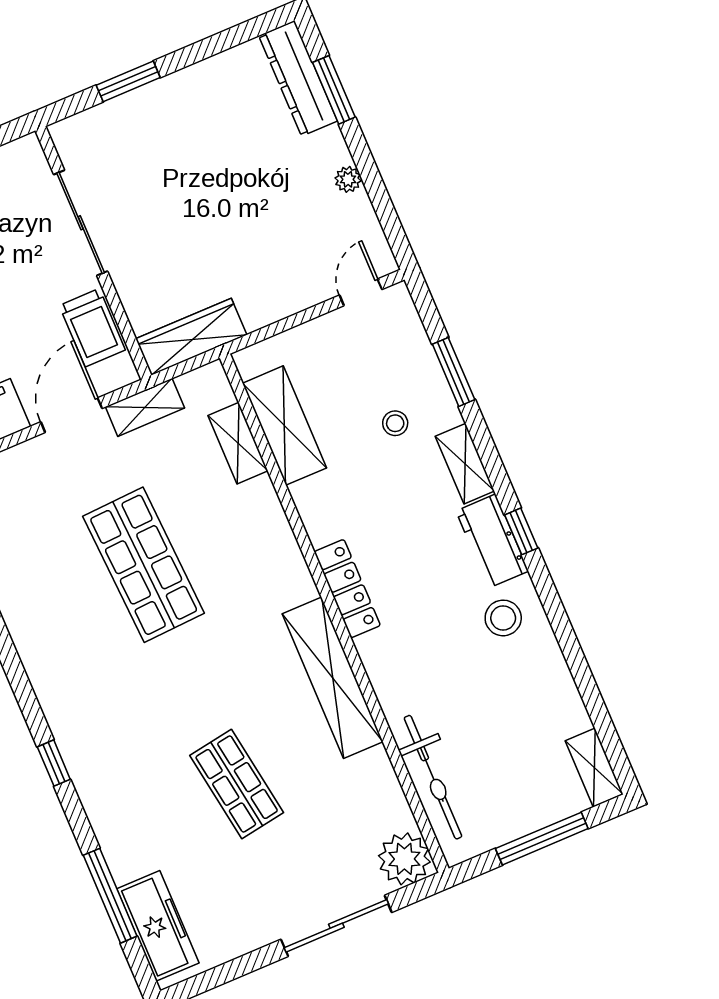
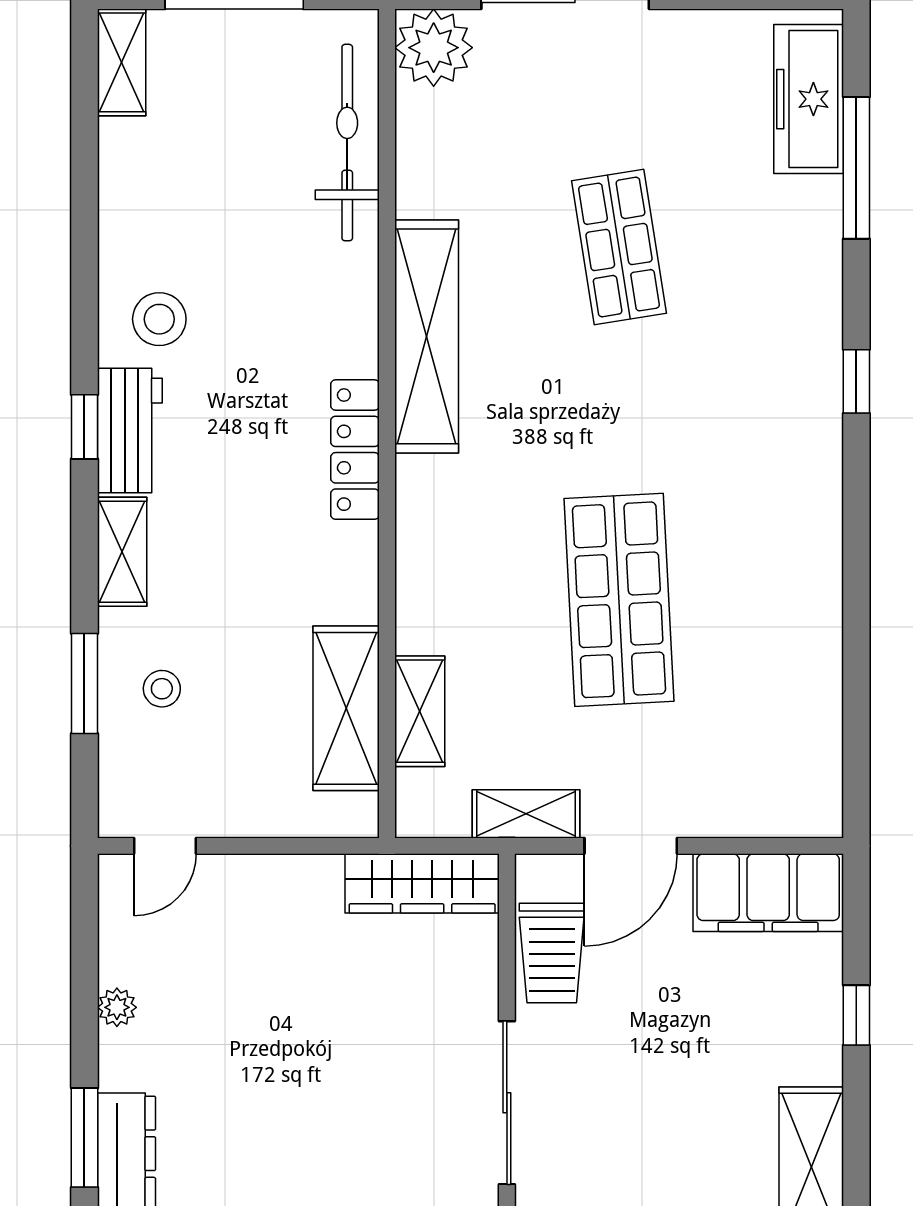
trolley: (92, 328) -> (552, 953), turned 180
stool: (395, 423) -> (162, 689), moved

